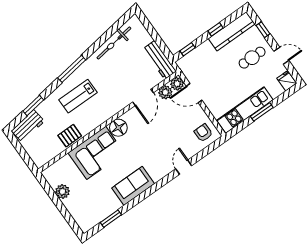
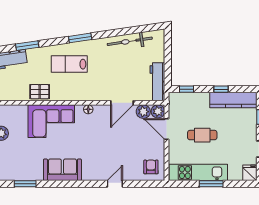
cafe table: (252, 58) -> (202, 135), moved
window: (72, 69) -> (80, 38), width x0.69
floor lamp: (118, 128) -> (88, 109), width x0.53, depth x0.53

